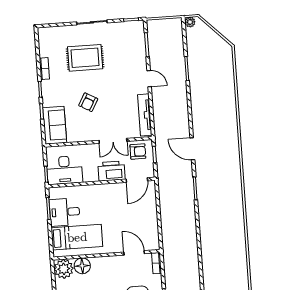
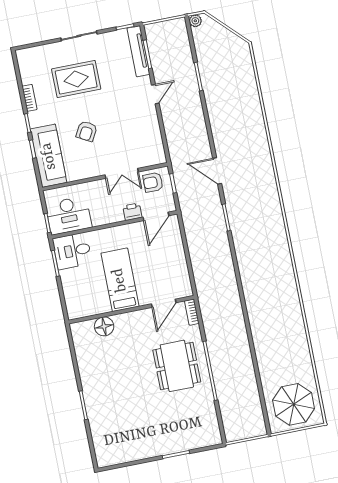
door: (149, 79) -> (155, 94), hinge flipped
tv unit: (145, 115) -> (138, 51), moved
sofa: (55, 125) -> (49, 156), width x1.36
armchair: (138, 151) -> (153, 182), turned 180
printer: (111, 171) -> (132, 212), width x0.53, depth x0.68
desk: (65, 212) -> (72, 251), moved
bed: (77, 237) -> (120, 280), moved, turned -90
door: (134, 253) -> (164, 303), swing flipped
plant: (64, 269) -> (82, 333), removed

